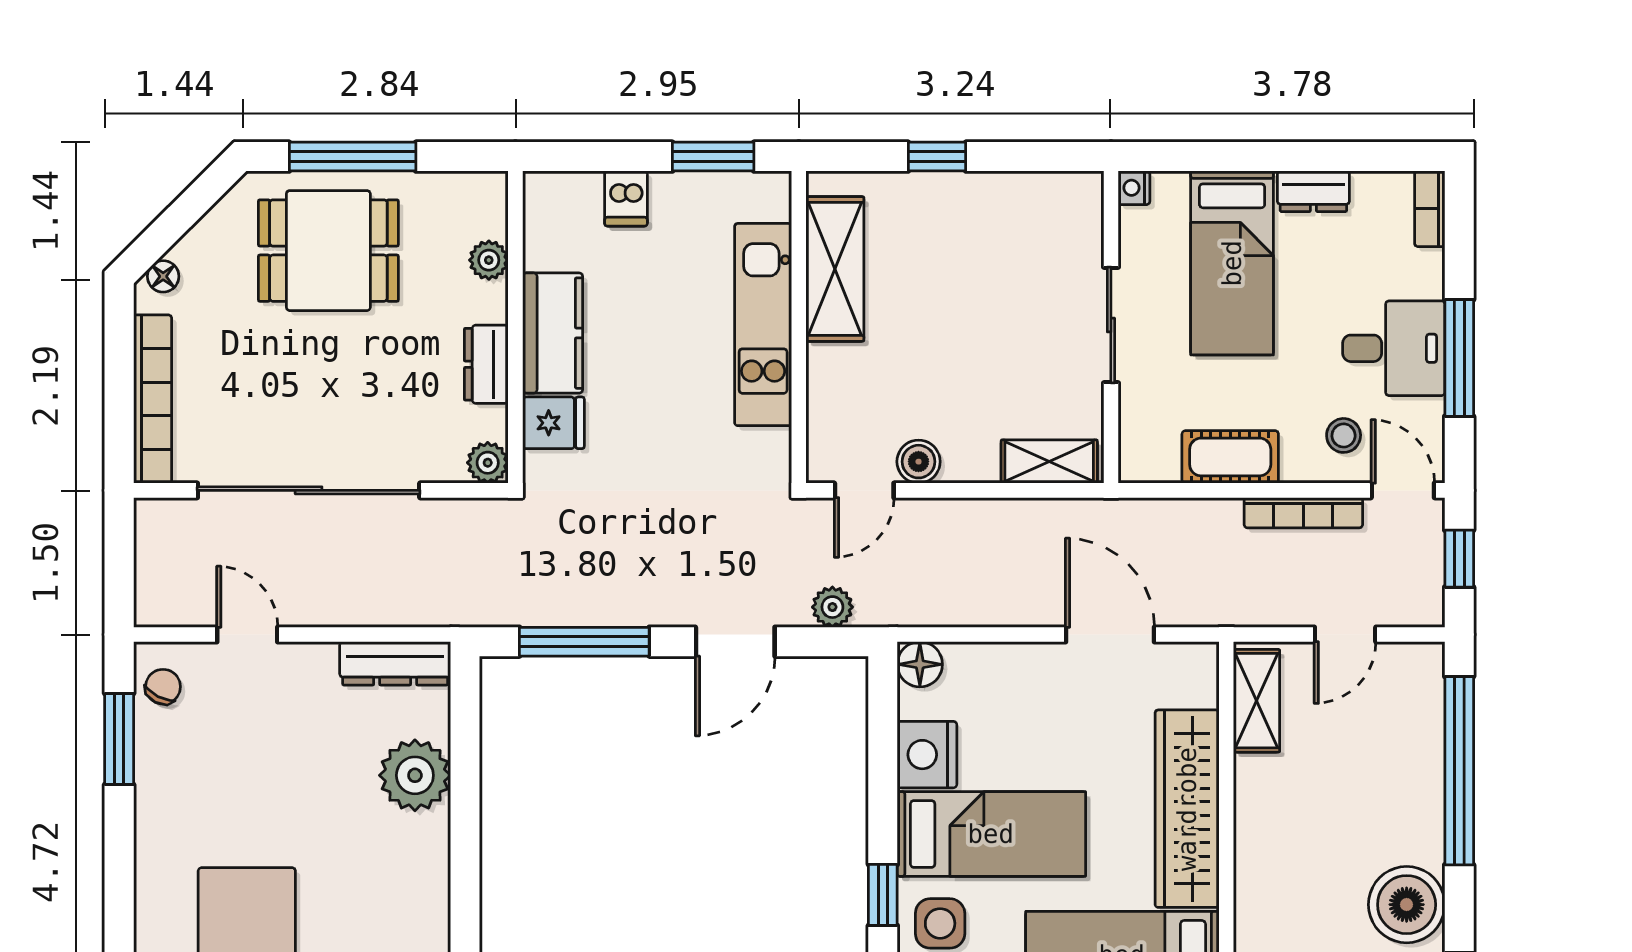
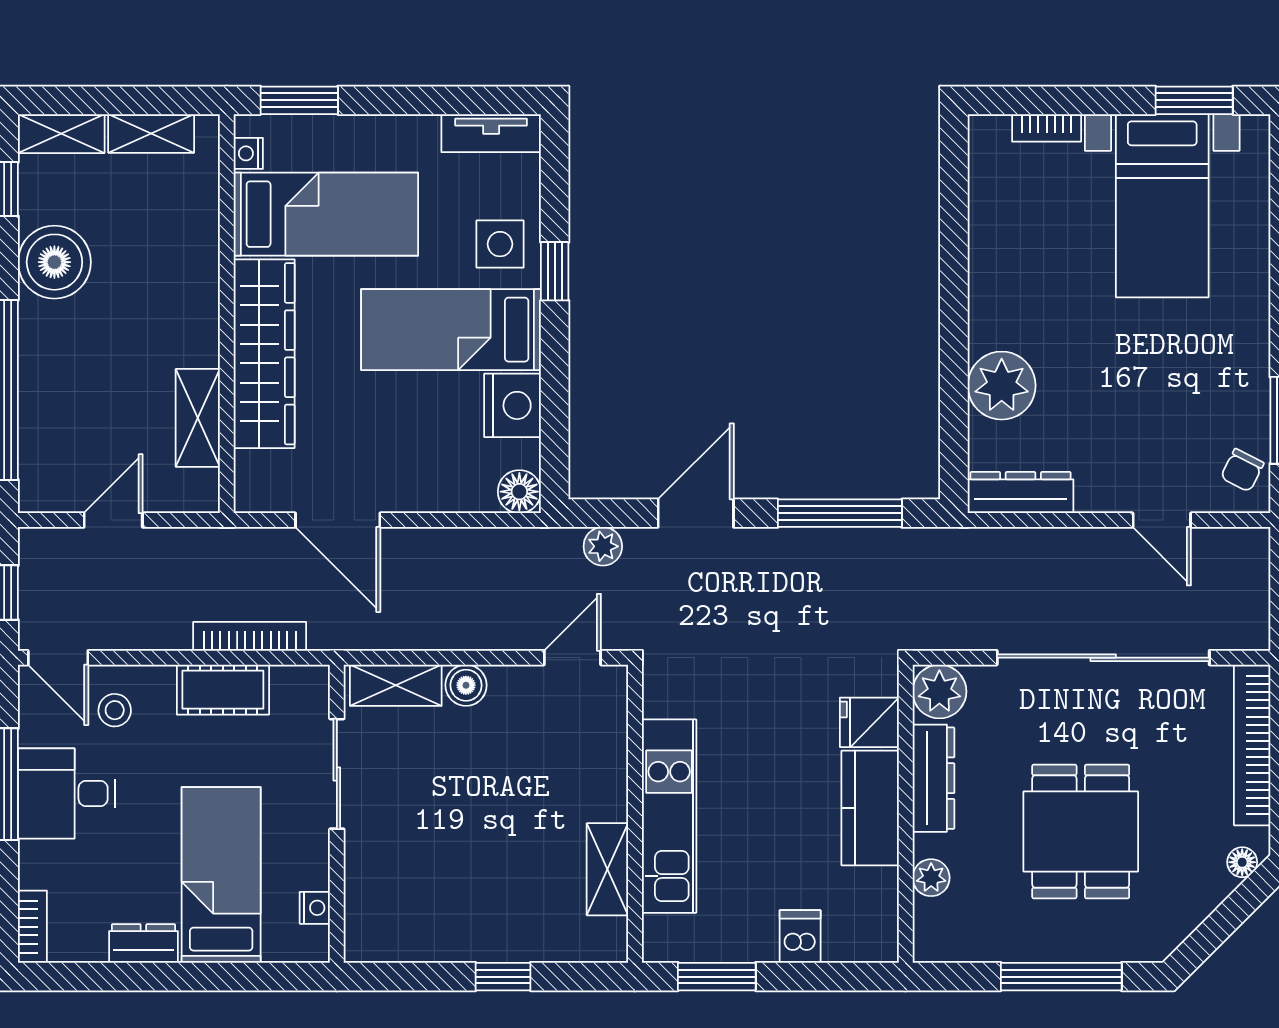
nightstand: (1134, 188) -> (315, 908), moved
dining table: (328, 251) -> (1081, 832), moved, turned 90
shelving: (835, 269) -> (607, 869), width x0.67, depth x0.75
sliding door: (1111, 325) -> (337, 774), moved
dresser: (486, 364) -> (934, 778), width x1.44
boiler: (919, 462) -> (466, 685), moved
plant: (488, 463) -> (939, 692), width x1.38, depth x1.38
bookcase: (1303, 513) -> (250, 636), moved
shelving: (1257, 701) -> (198, 418), moved

